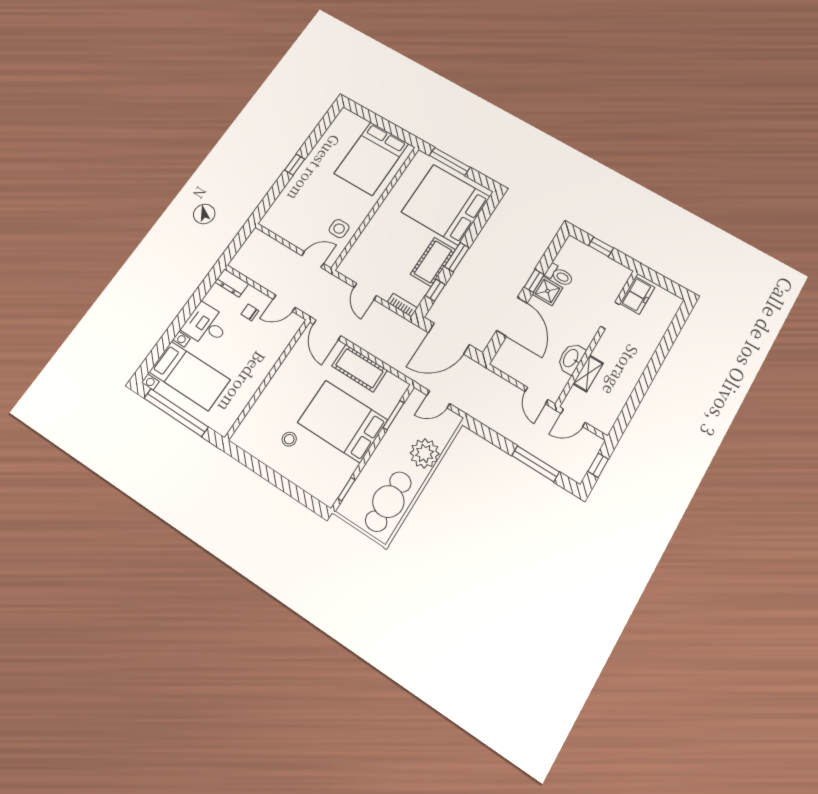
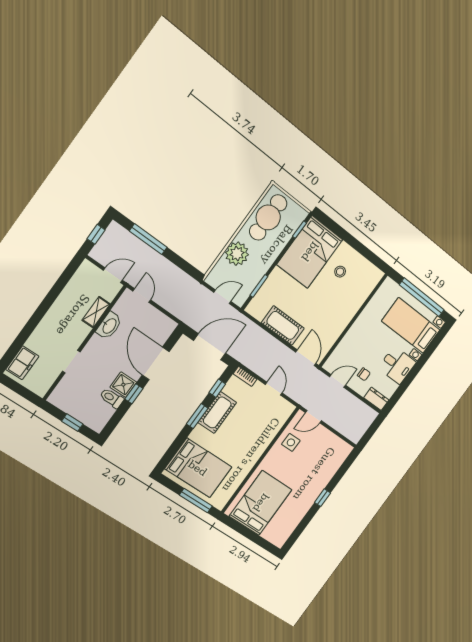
bed: (446, 204) -> (198, 468), width x0.73
freezer: (637, 295) -> (22, 363), moved, turned 180
bed: (343, 421) -> (310, 252), moved, turned 90

